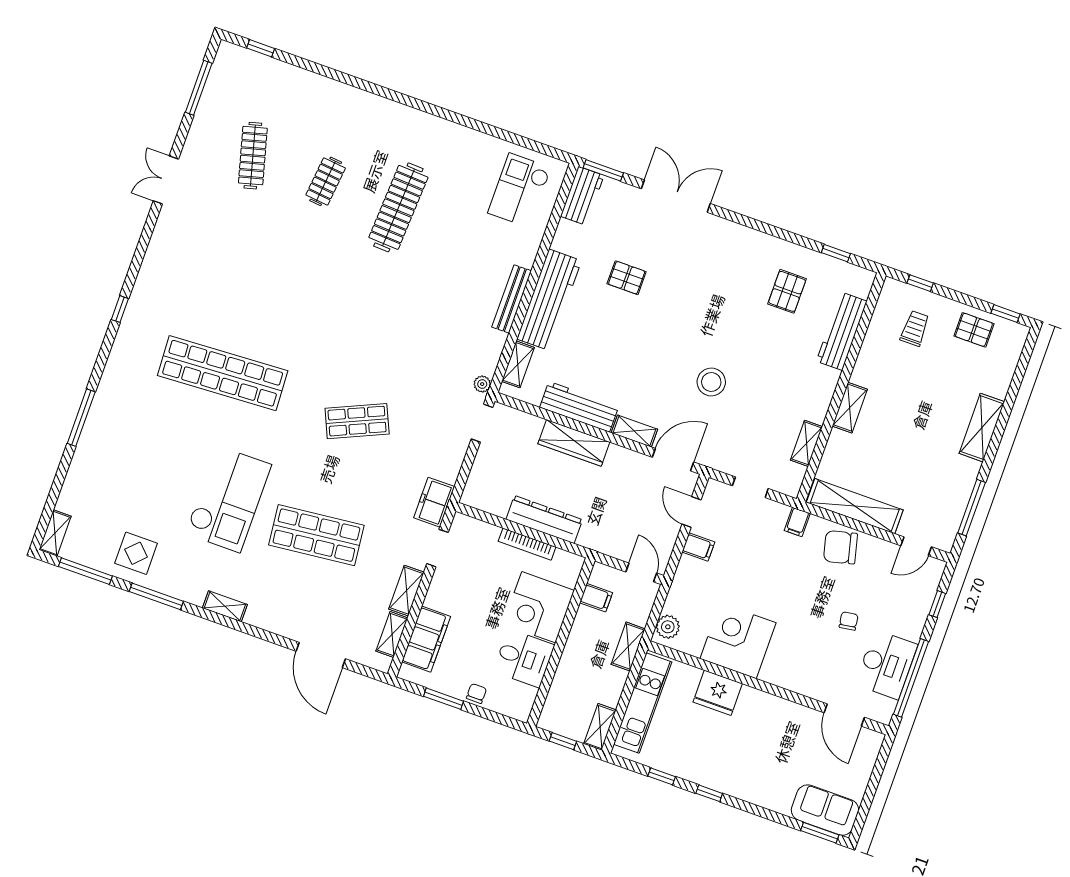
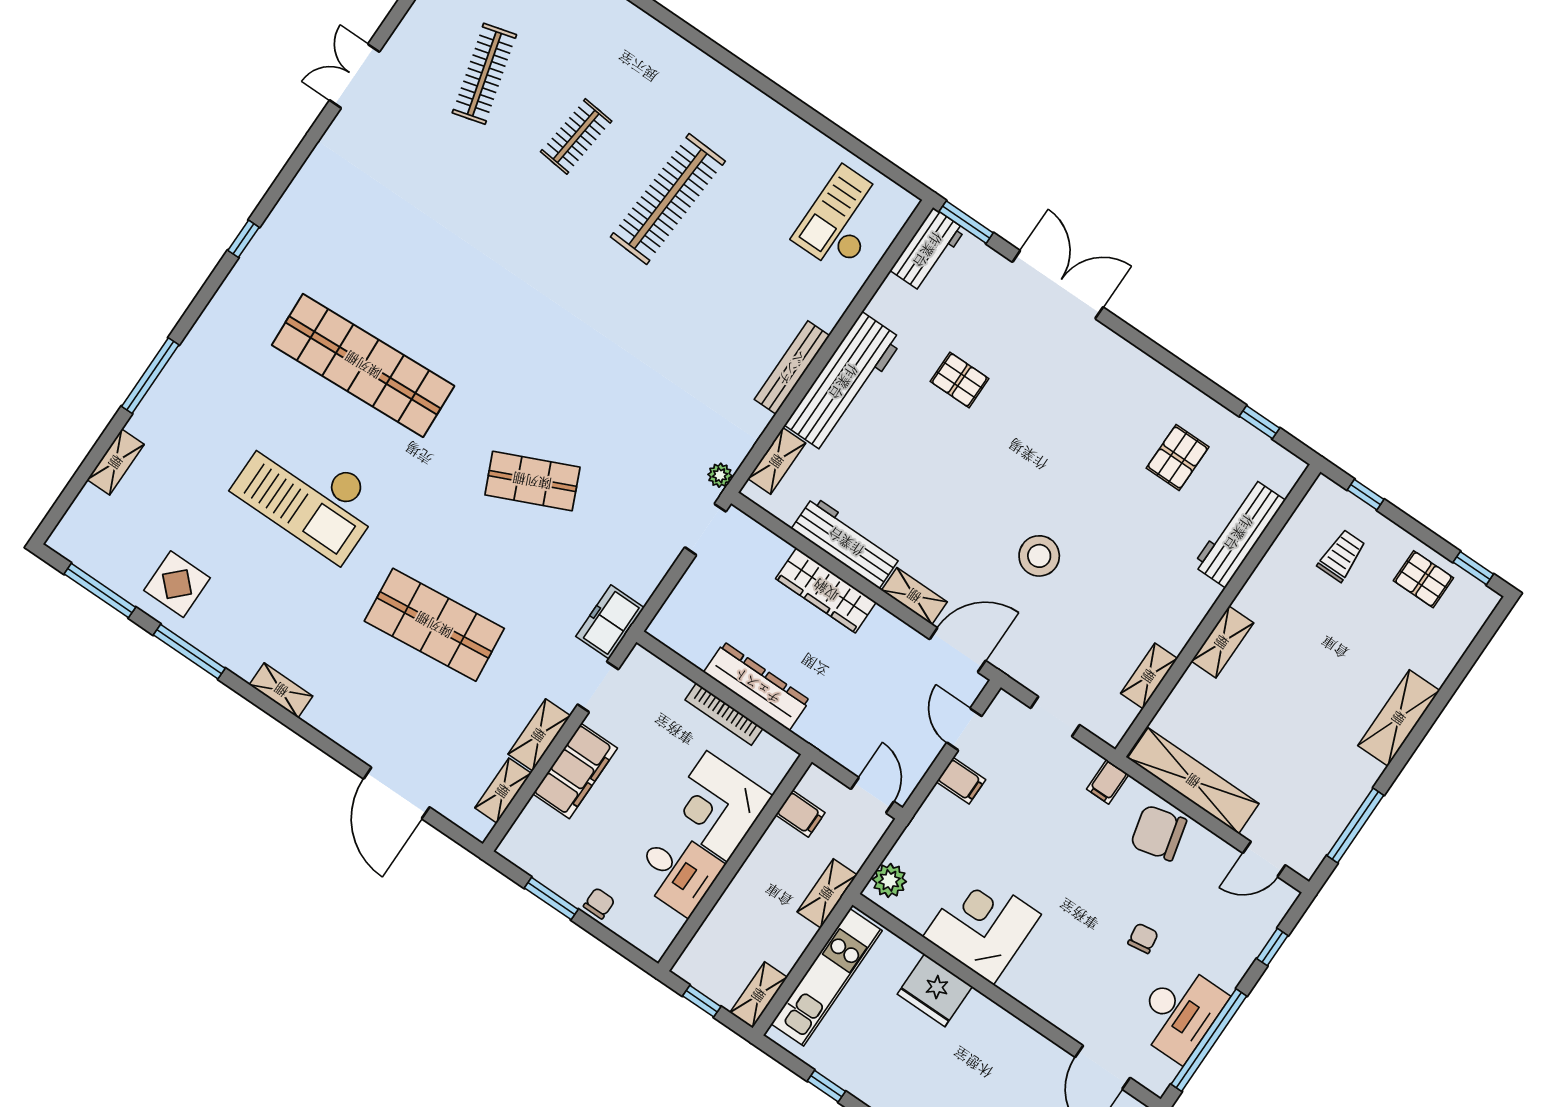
checkout: (228, 499) -> (308, 494), moved, turned 90
shelving: (55, 533) -> (116, 462), moved
filing cabinet: (426, 639) -> (575, 771), moved

